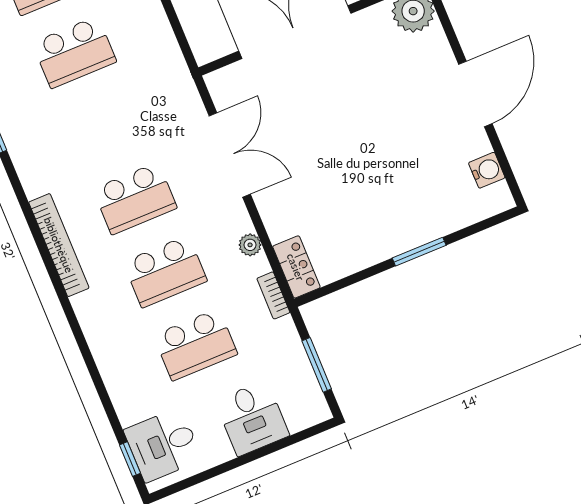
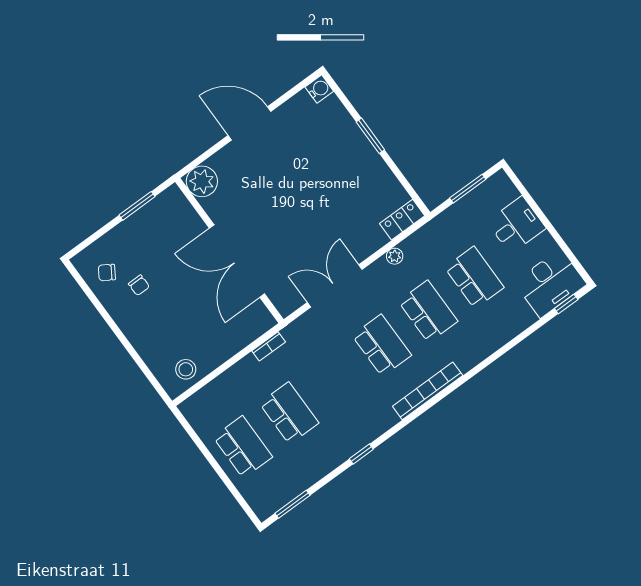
water cooler: (487, 170) -> (319, 89), moved, turned 90
bookcase: (273, 295) -> (269, 346), moved
desk: (163, 445) -> (550, 283), width x1.37

